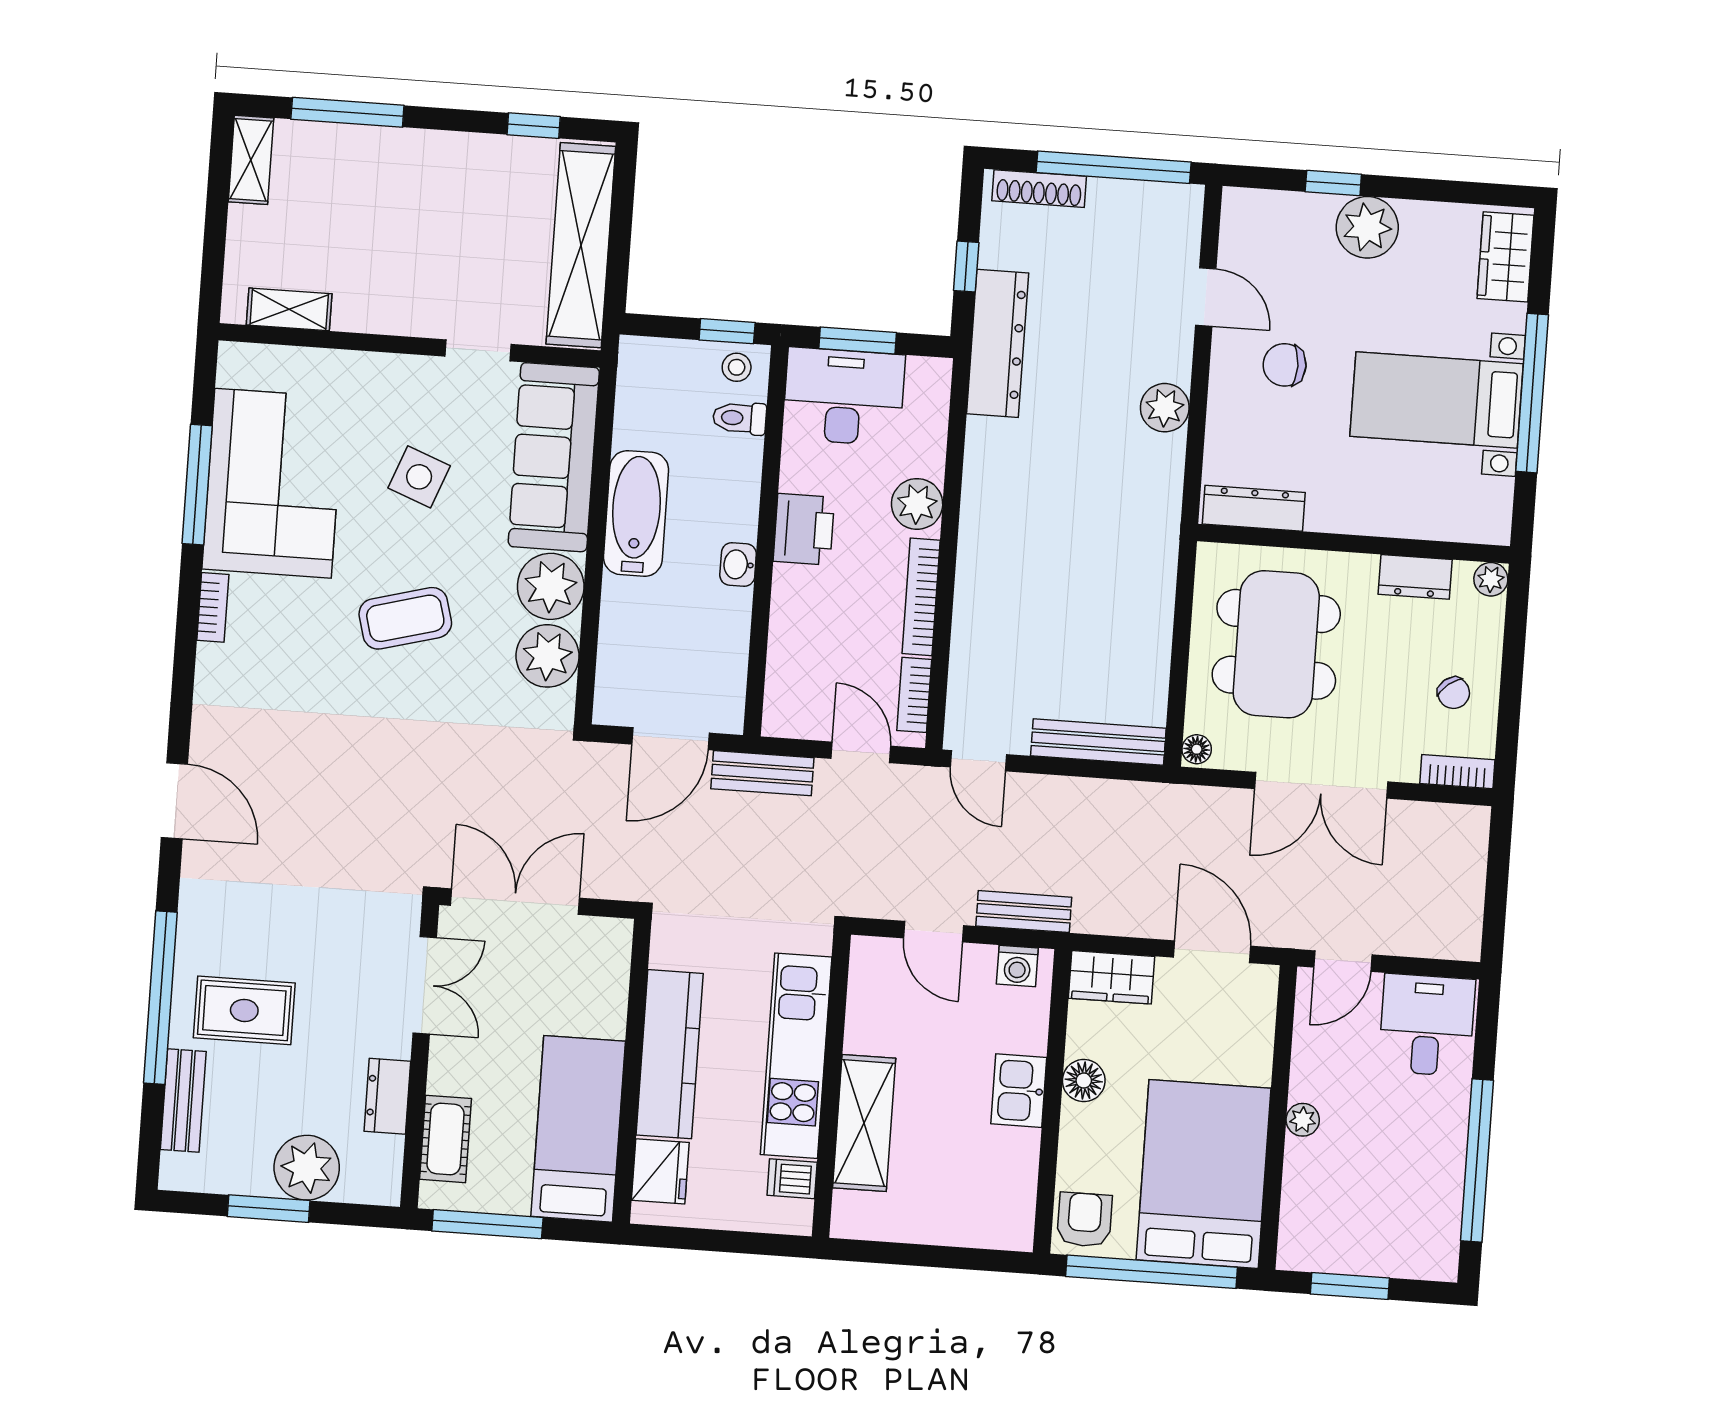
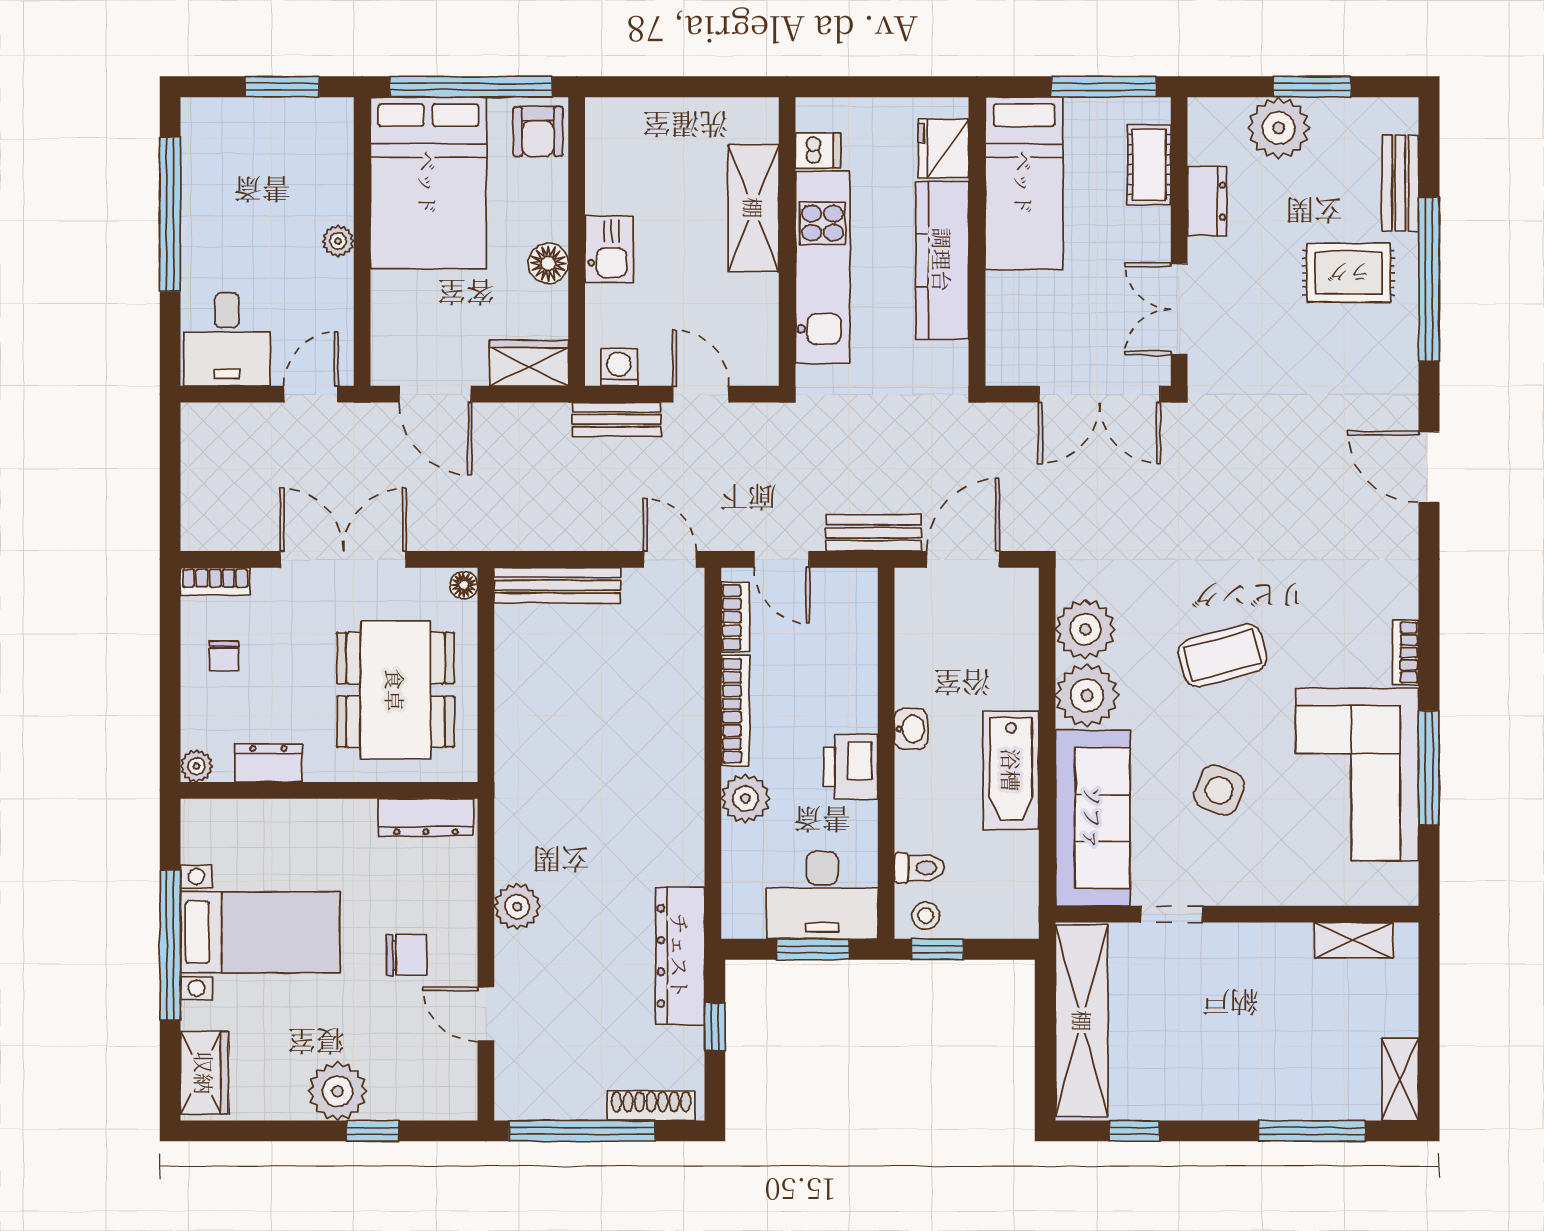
chair: (1454, 693) -> (224, 656), turned -142

